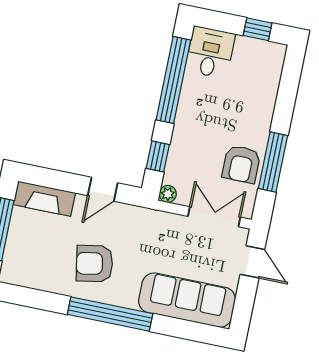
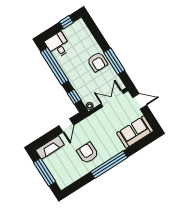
armchair: (241, 164) -> (97, 62), moved
armchair: (94, 264) -> (88, 153), turned 99
sofa: (187, 300) -> (135, 132), width x0.73

